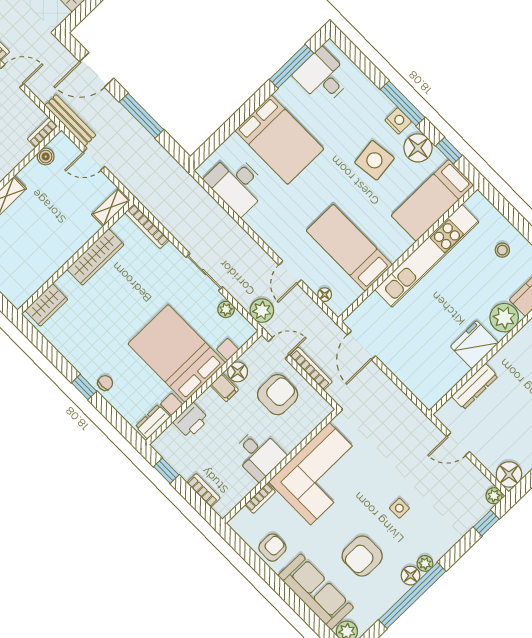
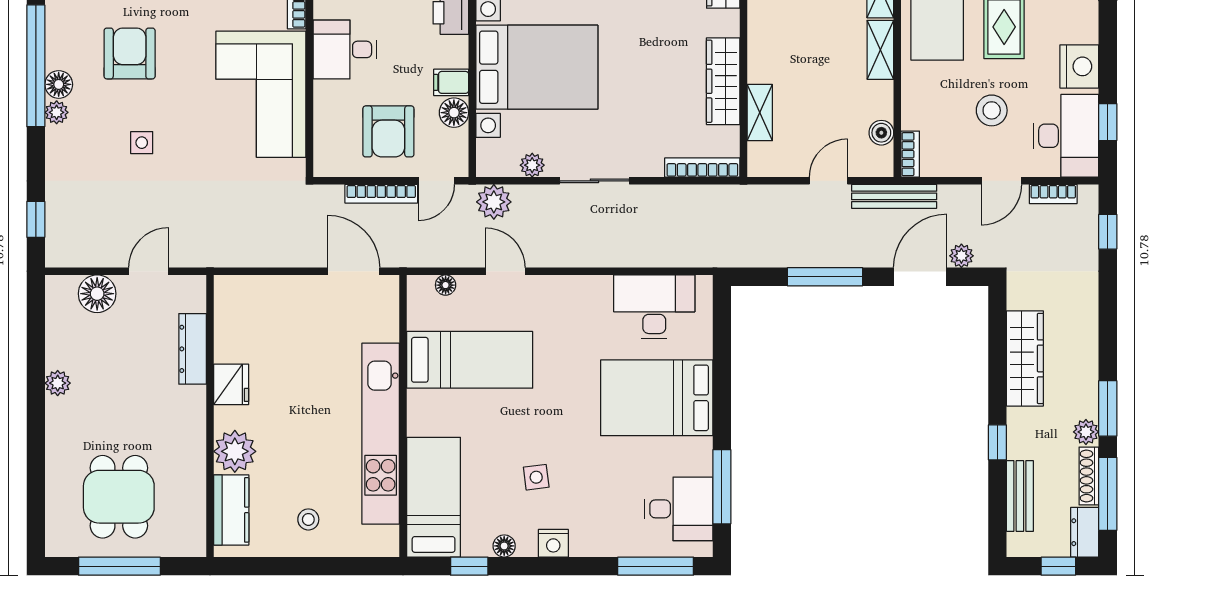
window: (403, 103) -> (656, 566), moved
floor lamp: (418, 148) -> (504, 546), width x0.53, depth x0.53
side table: (374, 160) -> (536, 477), width x0.54, depth x0.54
shelving: (111, 207) -> (760, 113), moved
fridge: (474, 345) -> (231, 384), width x0.73, depth x0.75
floor lamp: (509, 474) -> (97, 294), moved
plant: (494, 496) -> (961, 256), moved

